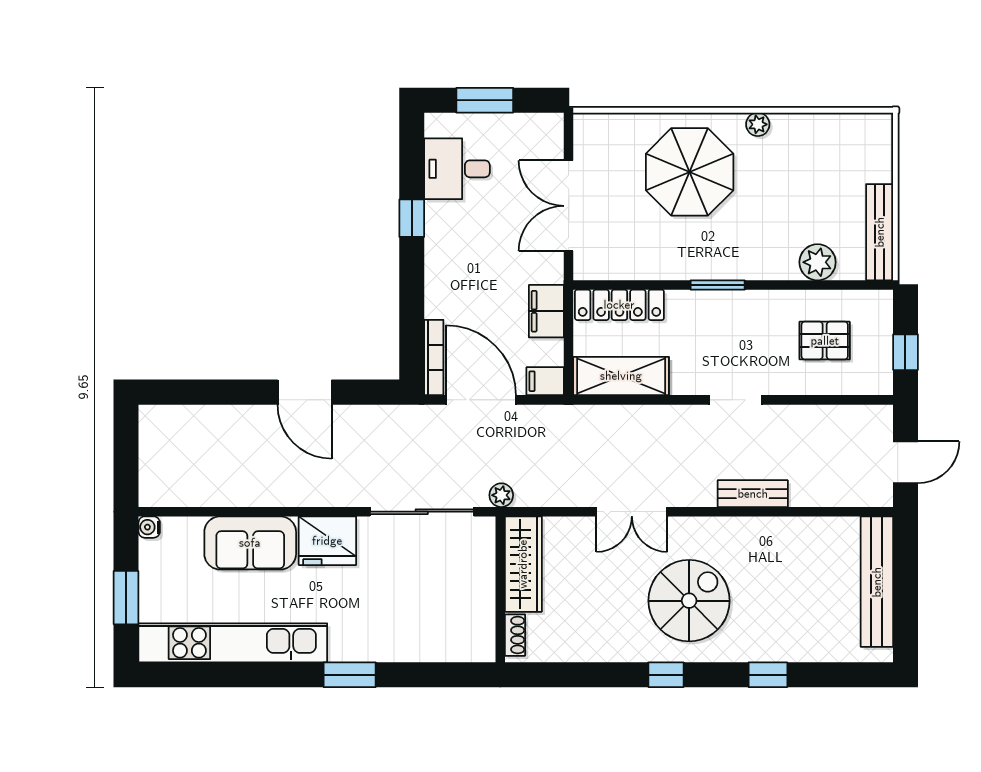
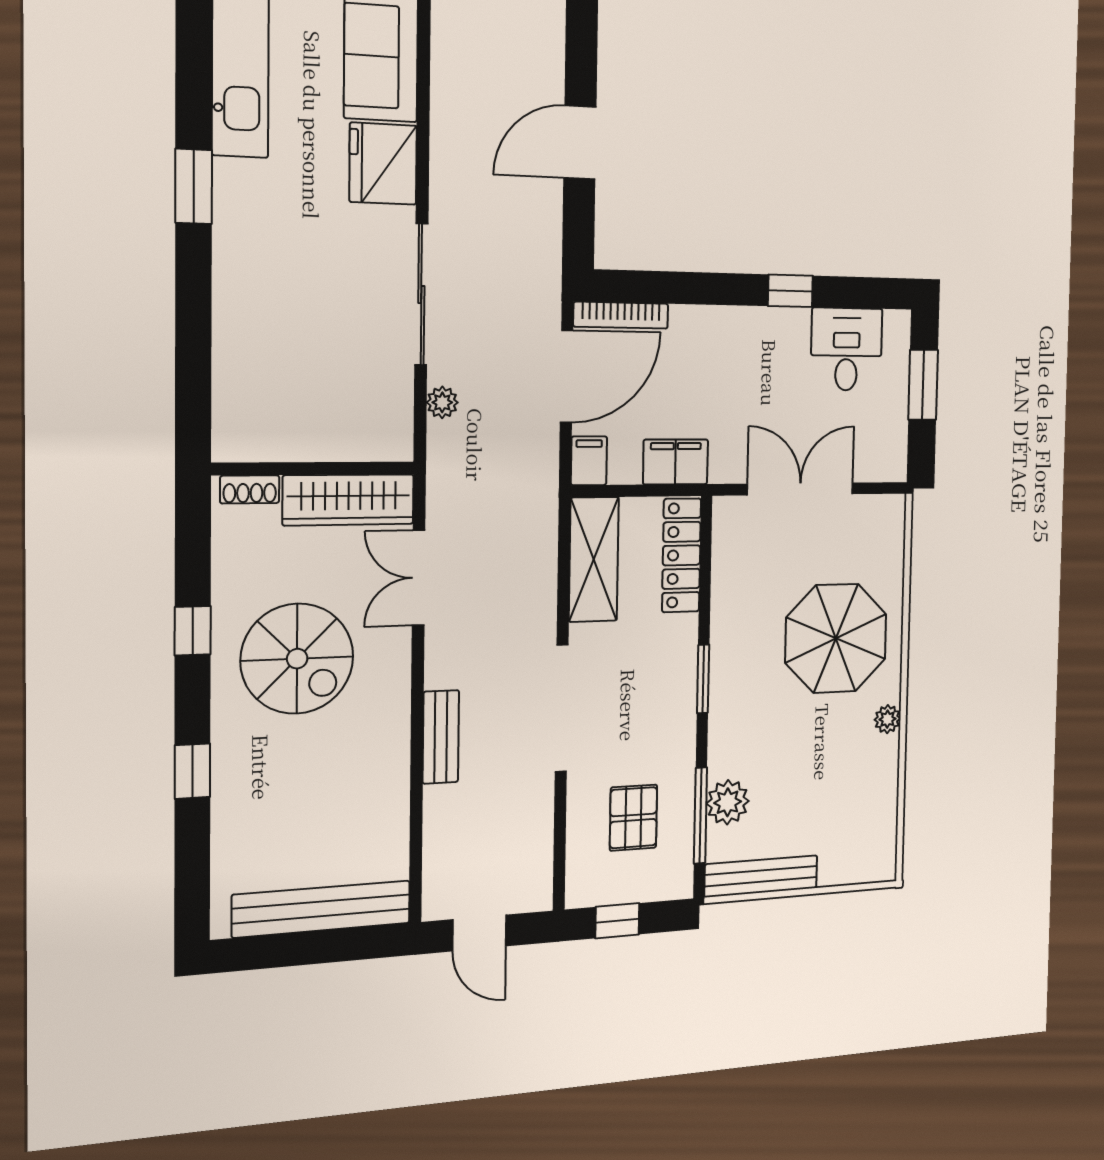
window: (827, 285) -> (700, 816), added
doorway: (736, 400) -> (562, 708), width x1.88
wardrobe: (523, 564) -> (349, 500), moved
wall: (500, 589) -> (314, 469), moved
shoe rack: (515, 635) -> (250, 489), moved

